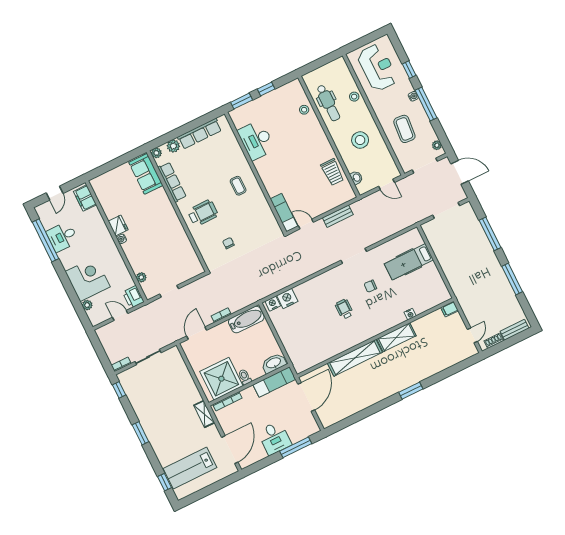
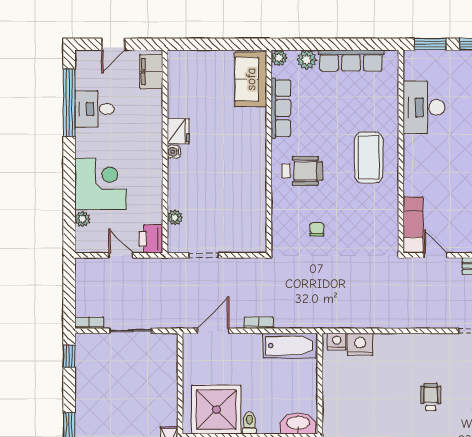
coffee table: (238, 186) -> (369, 157), width x1.86, depth x1.72

